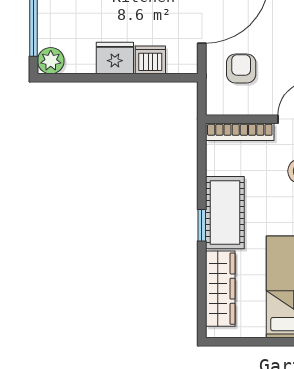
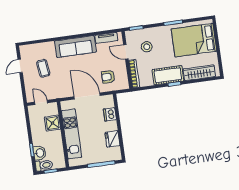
fridge: (115, 58) -> (112, 139), moved
plant: (51, 61) -> (116, 155), removed

